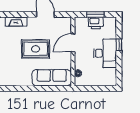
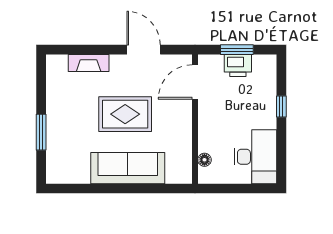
door: (73, 43) -> (195, 82), moved
desk: (105, 53) -> (255, 157), moved
sofa: (52, 78) -> (128, 168), moved

